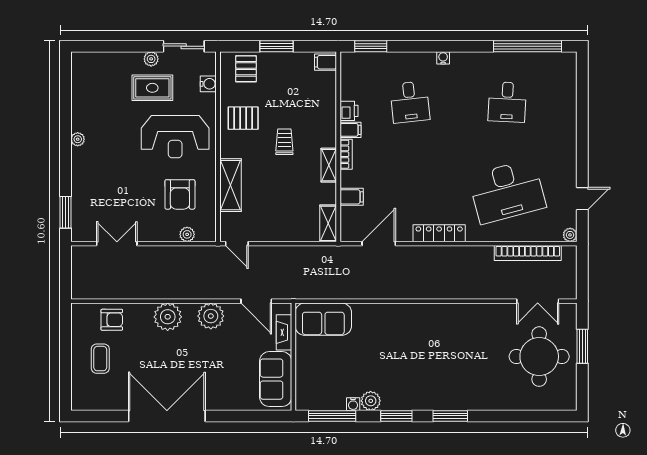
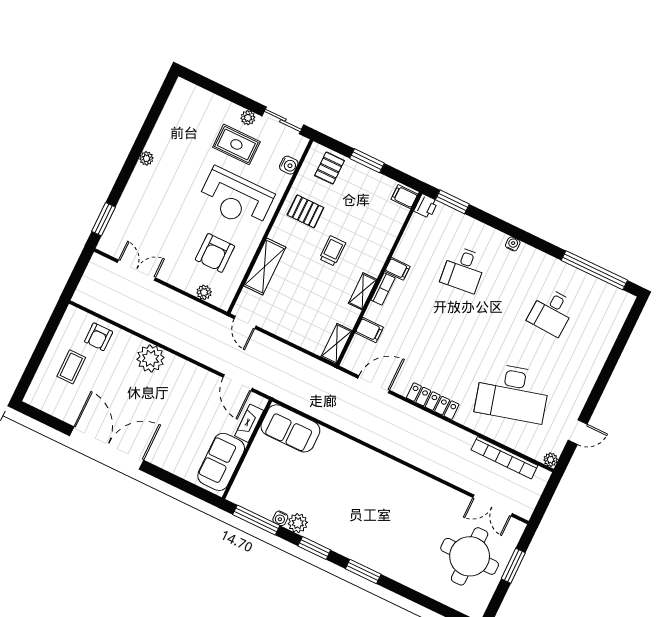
printer: (349, 111) -> (426, 206), moved
plant: (211, 316) -> (190, 377), removed
armchair: (112, 320) -> (99, 337), turned 90

